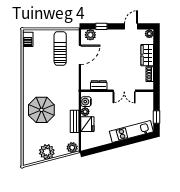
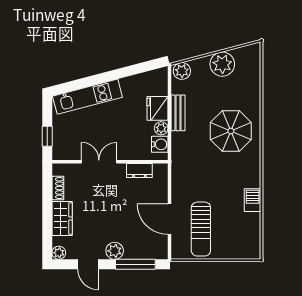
window: (101, 26) -> (135, 264), width x2.17
door: (131, 26) -> (88, 264), hinge flipped
plant: (90, 35) -> (115, 251), moved
barbecue: (28, 39) -> (253, 200), moved
door: (80, 55) -> (169, 219), hinge flipped
window: (157, 117) -> (47, 136), moved

